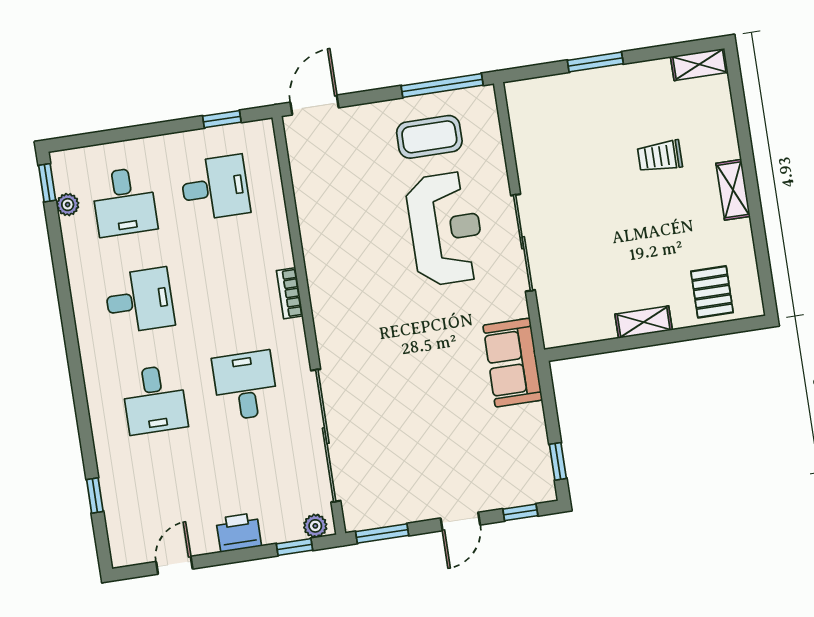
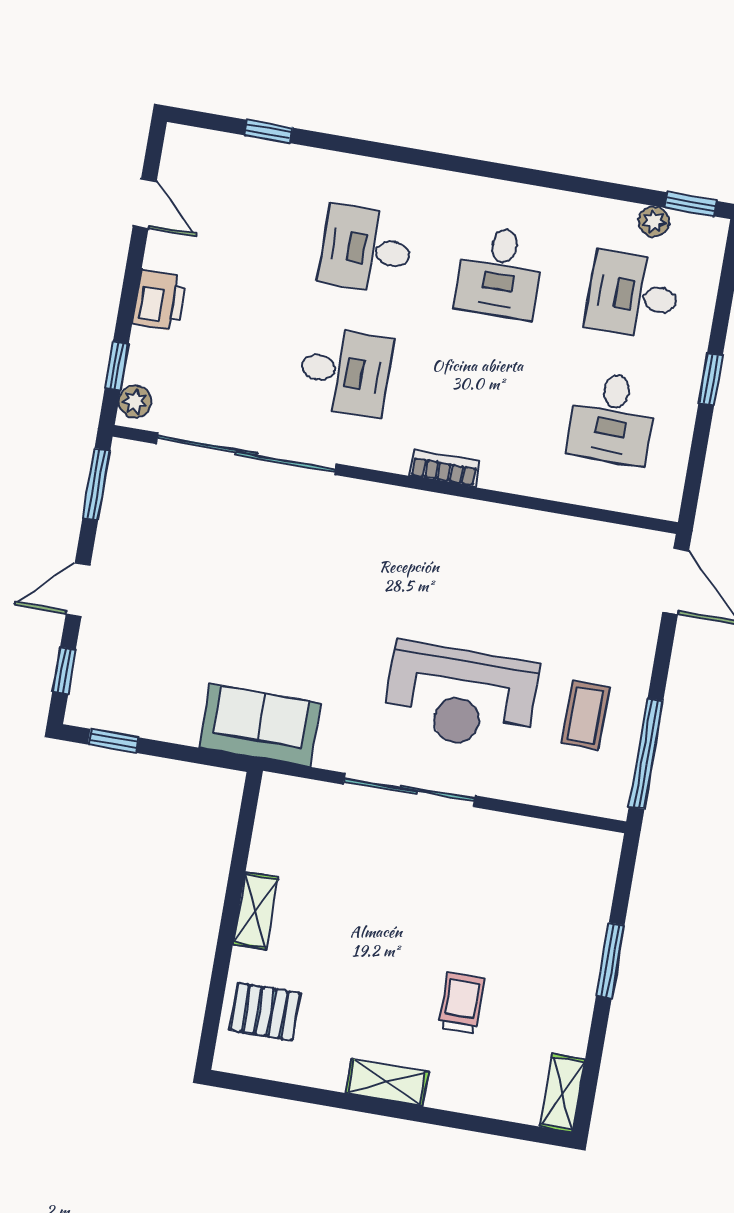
window: (222, 119) -> (711, 379), moved
coffee table: (429, 137) -> (585, 715), width x0.73, depth x0.77
door: (460, 522) -> (78, 590), hinge flipped

